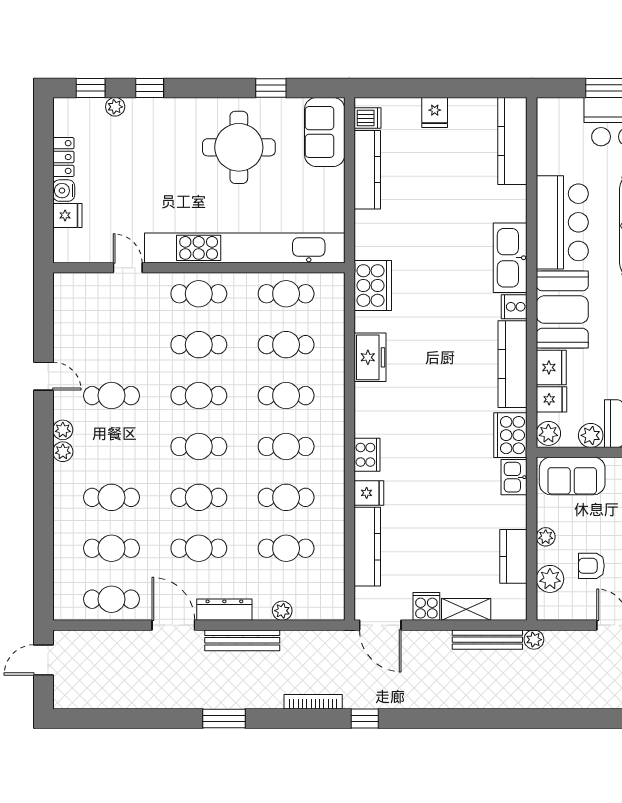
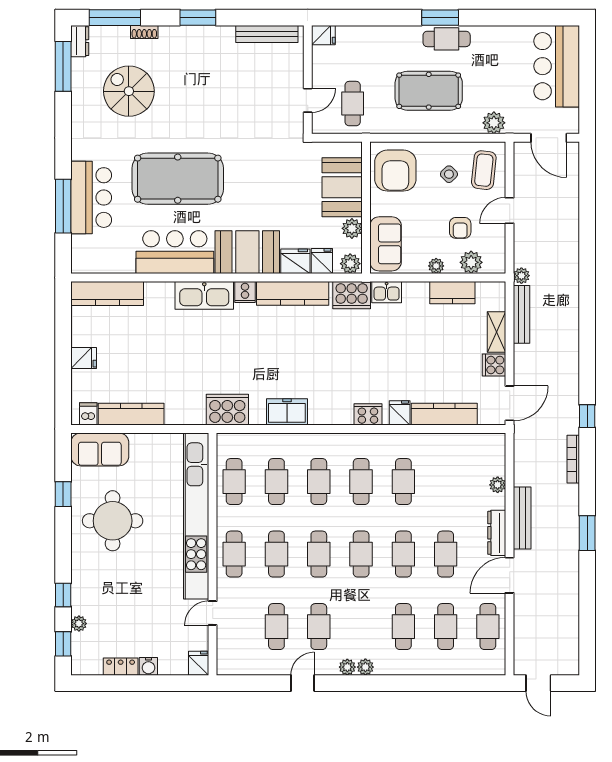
fridge: (67, 215) -> (199, 663), moved
cafe table: (286, 548) -> (276, 627), moved

